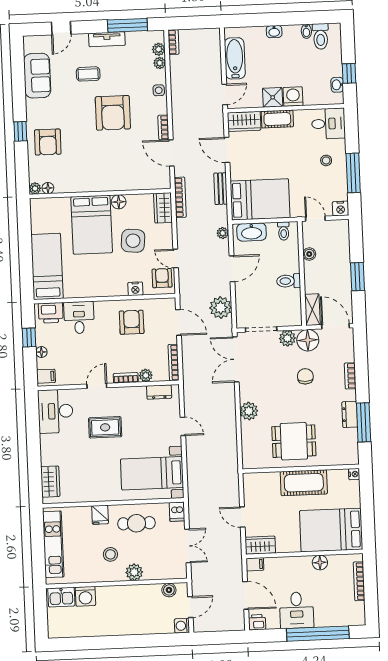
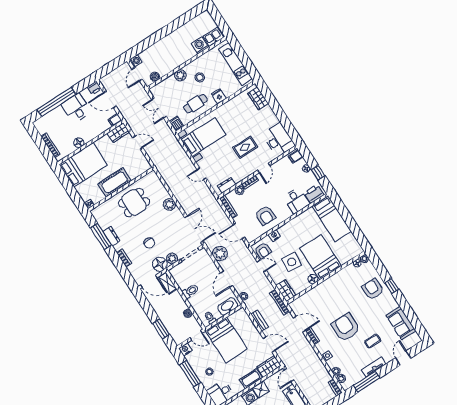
bed: (260, 199) -> (226, 340), moved, turned -90
window: (357, 277) -> (161, 329), moved

